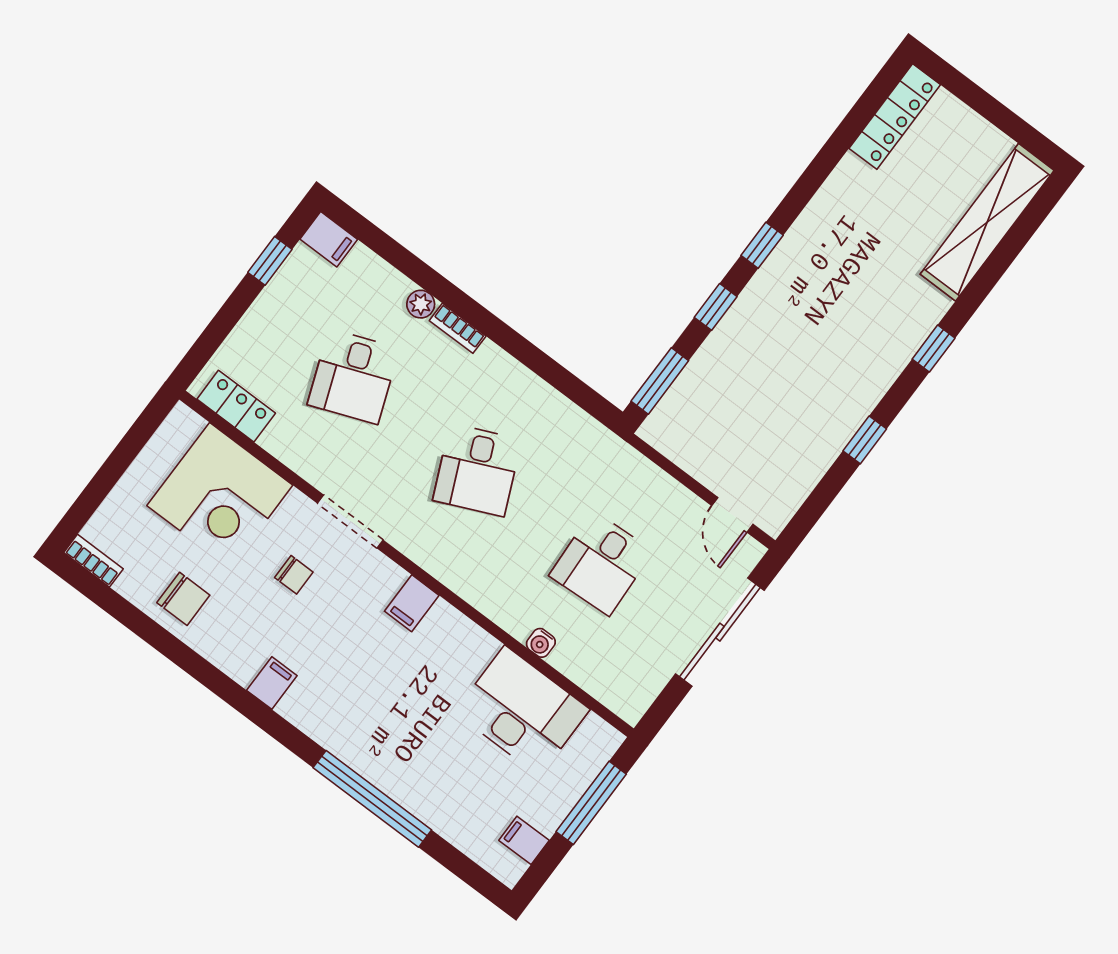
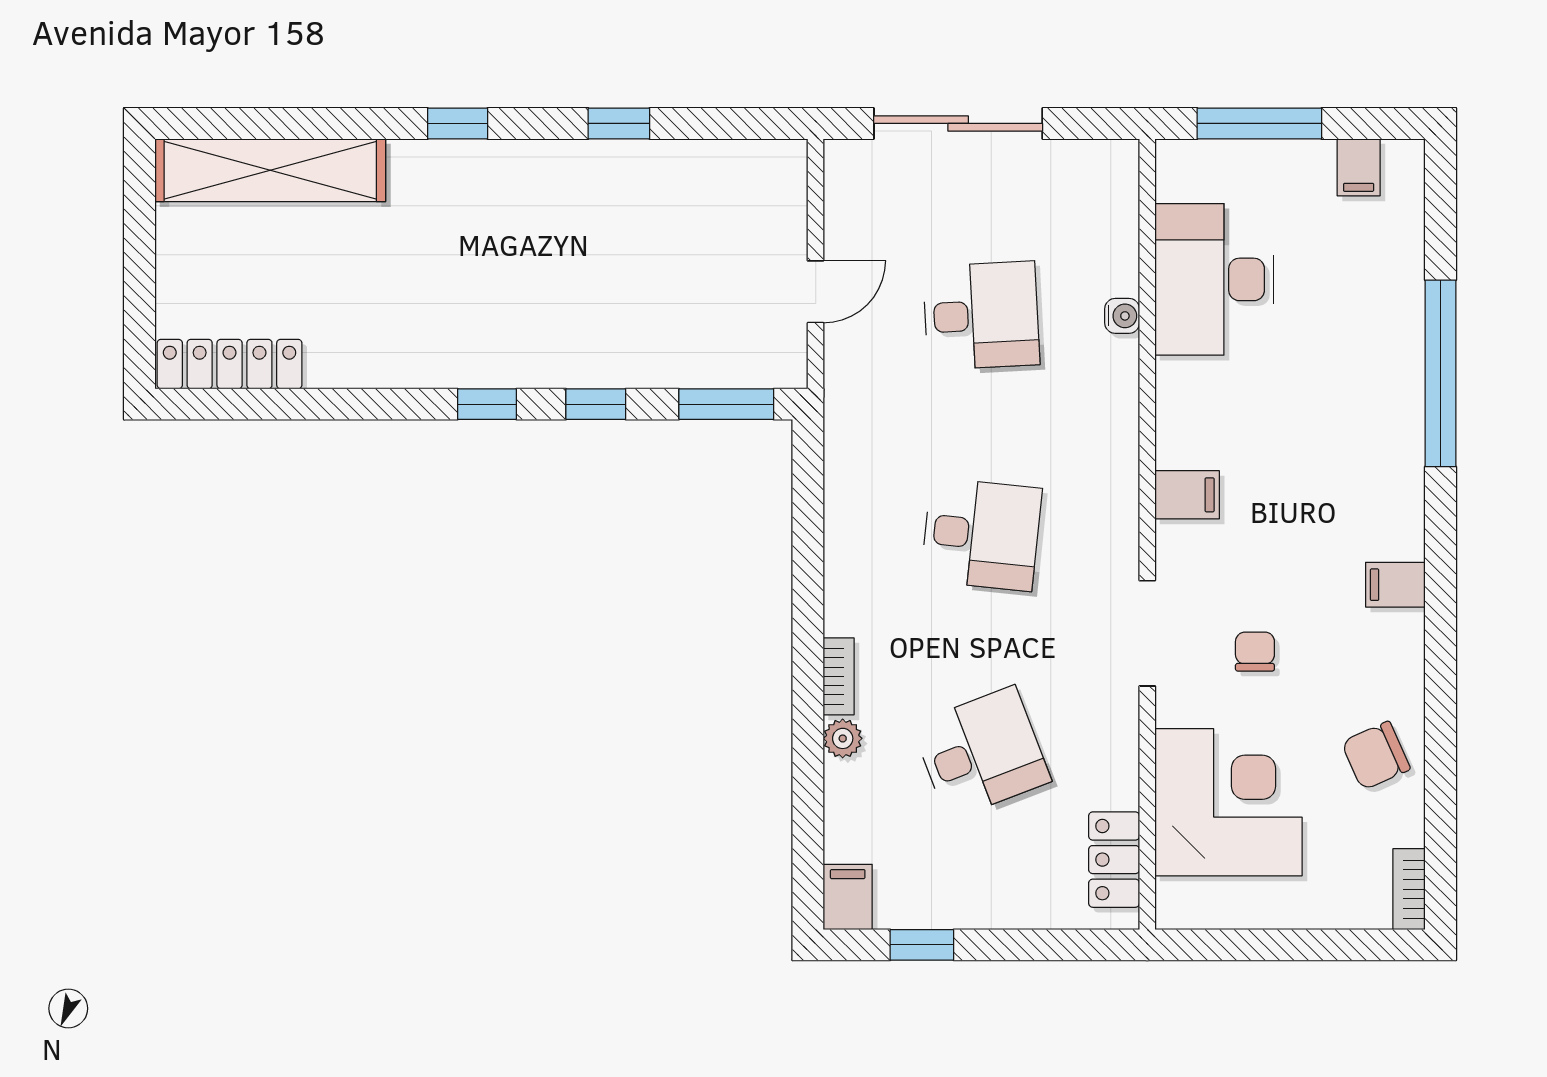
desk: (477, 470) -> (981, 534), turned 30
door: (732, 515) -> (816, 292), moved
chair: (183, 599) -> (1376, 756), turned -114

